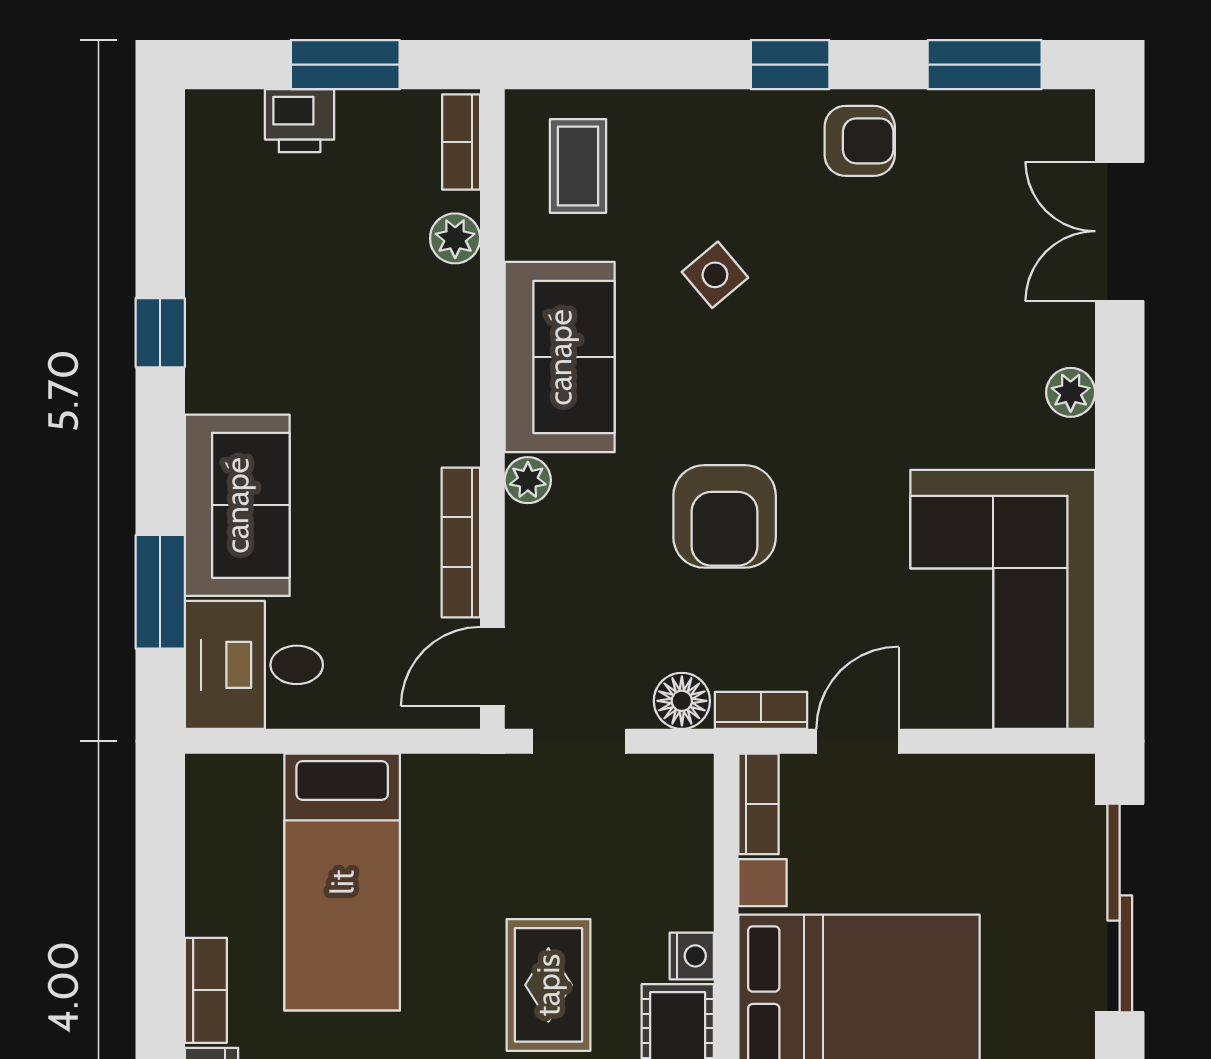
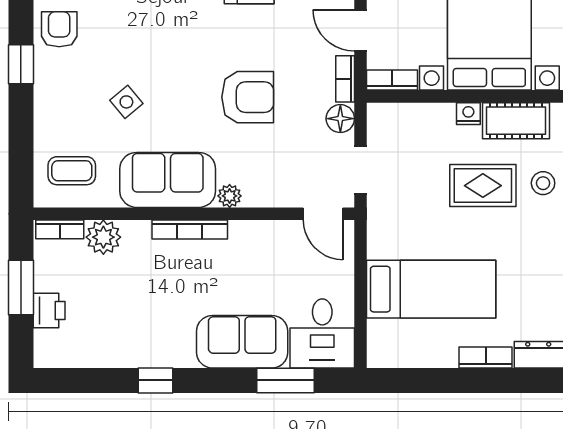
plant: (455, 238) -> (103, 237), width x1.38, depth x1.38
bookcase: (461, 542) -> (190, 230), moved

